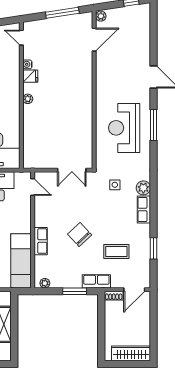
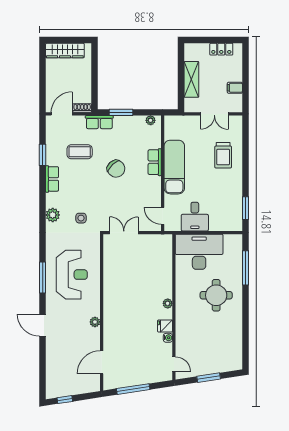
plant: (101, 16) -> (95, 322), moved
row of seats: (144, 210) -> (52, 179), moved
exam couch: (21, 261) -> (174, 167), moved

